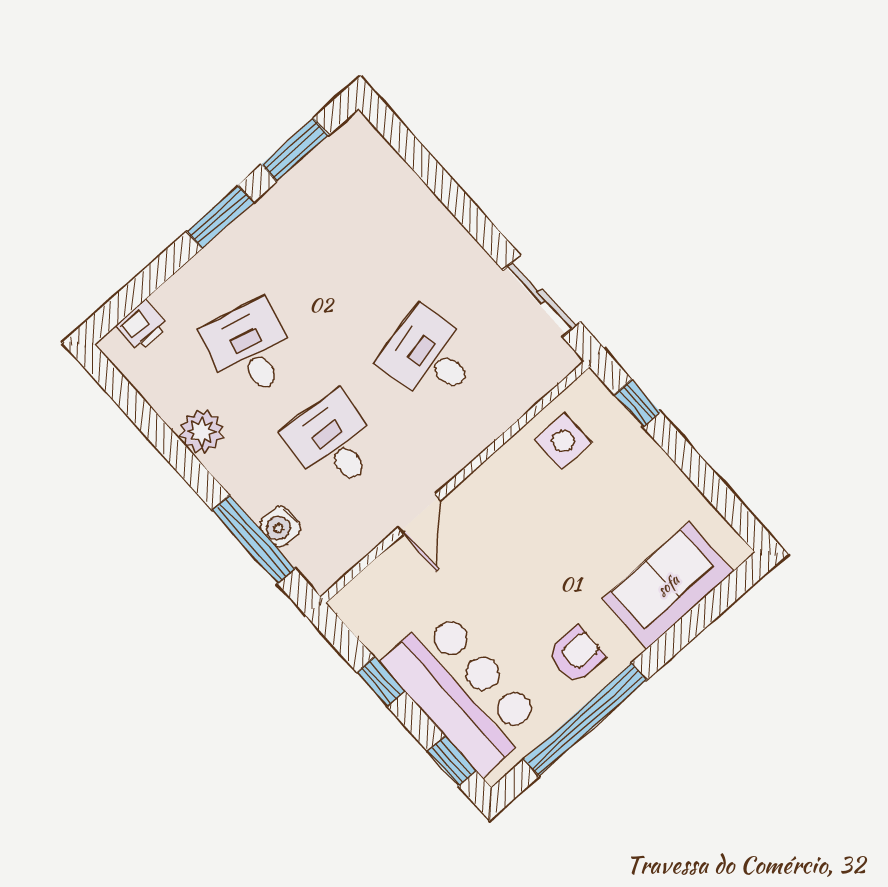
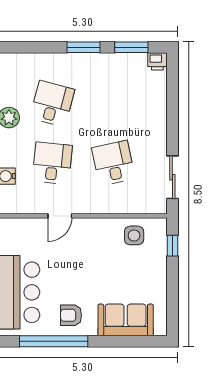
printer: (142, 326) -> (157, 61), moved
armchair: (576, 655) -> (71, 315), turned 180

